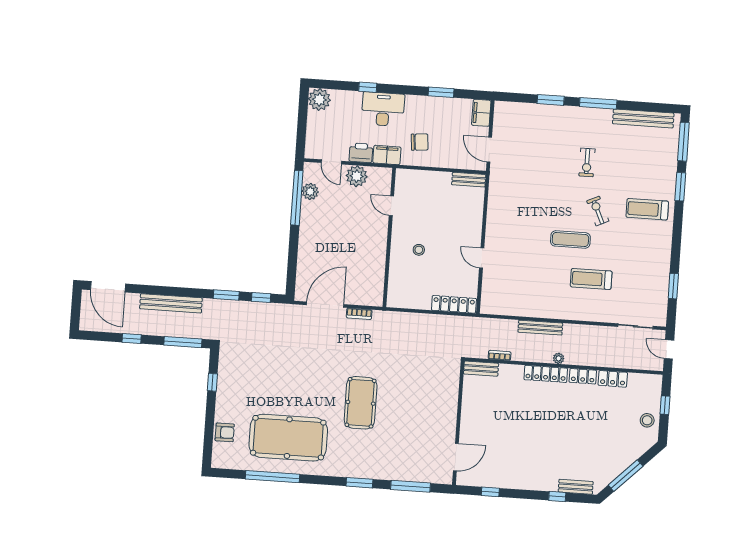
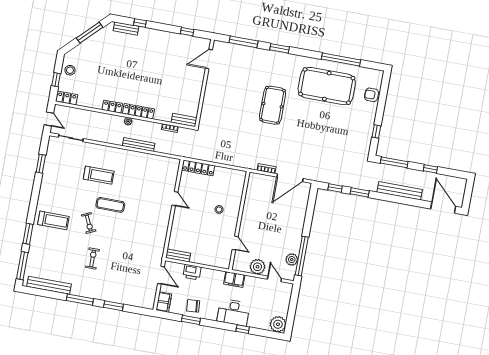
chair: (420, 142) -> (193, 306), moved
printer: (361, 153) -> (192, 272), moved
locker: (613, 379) -> (67, 98), moved

